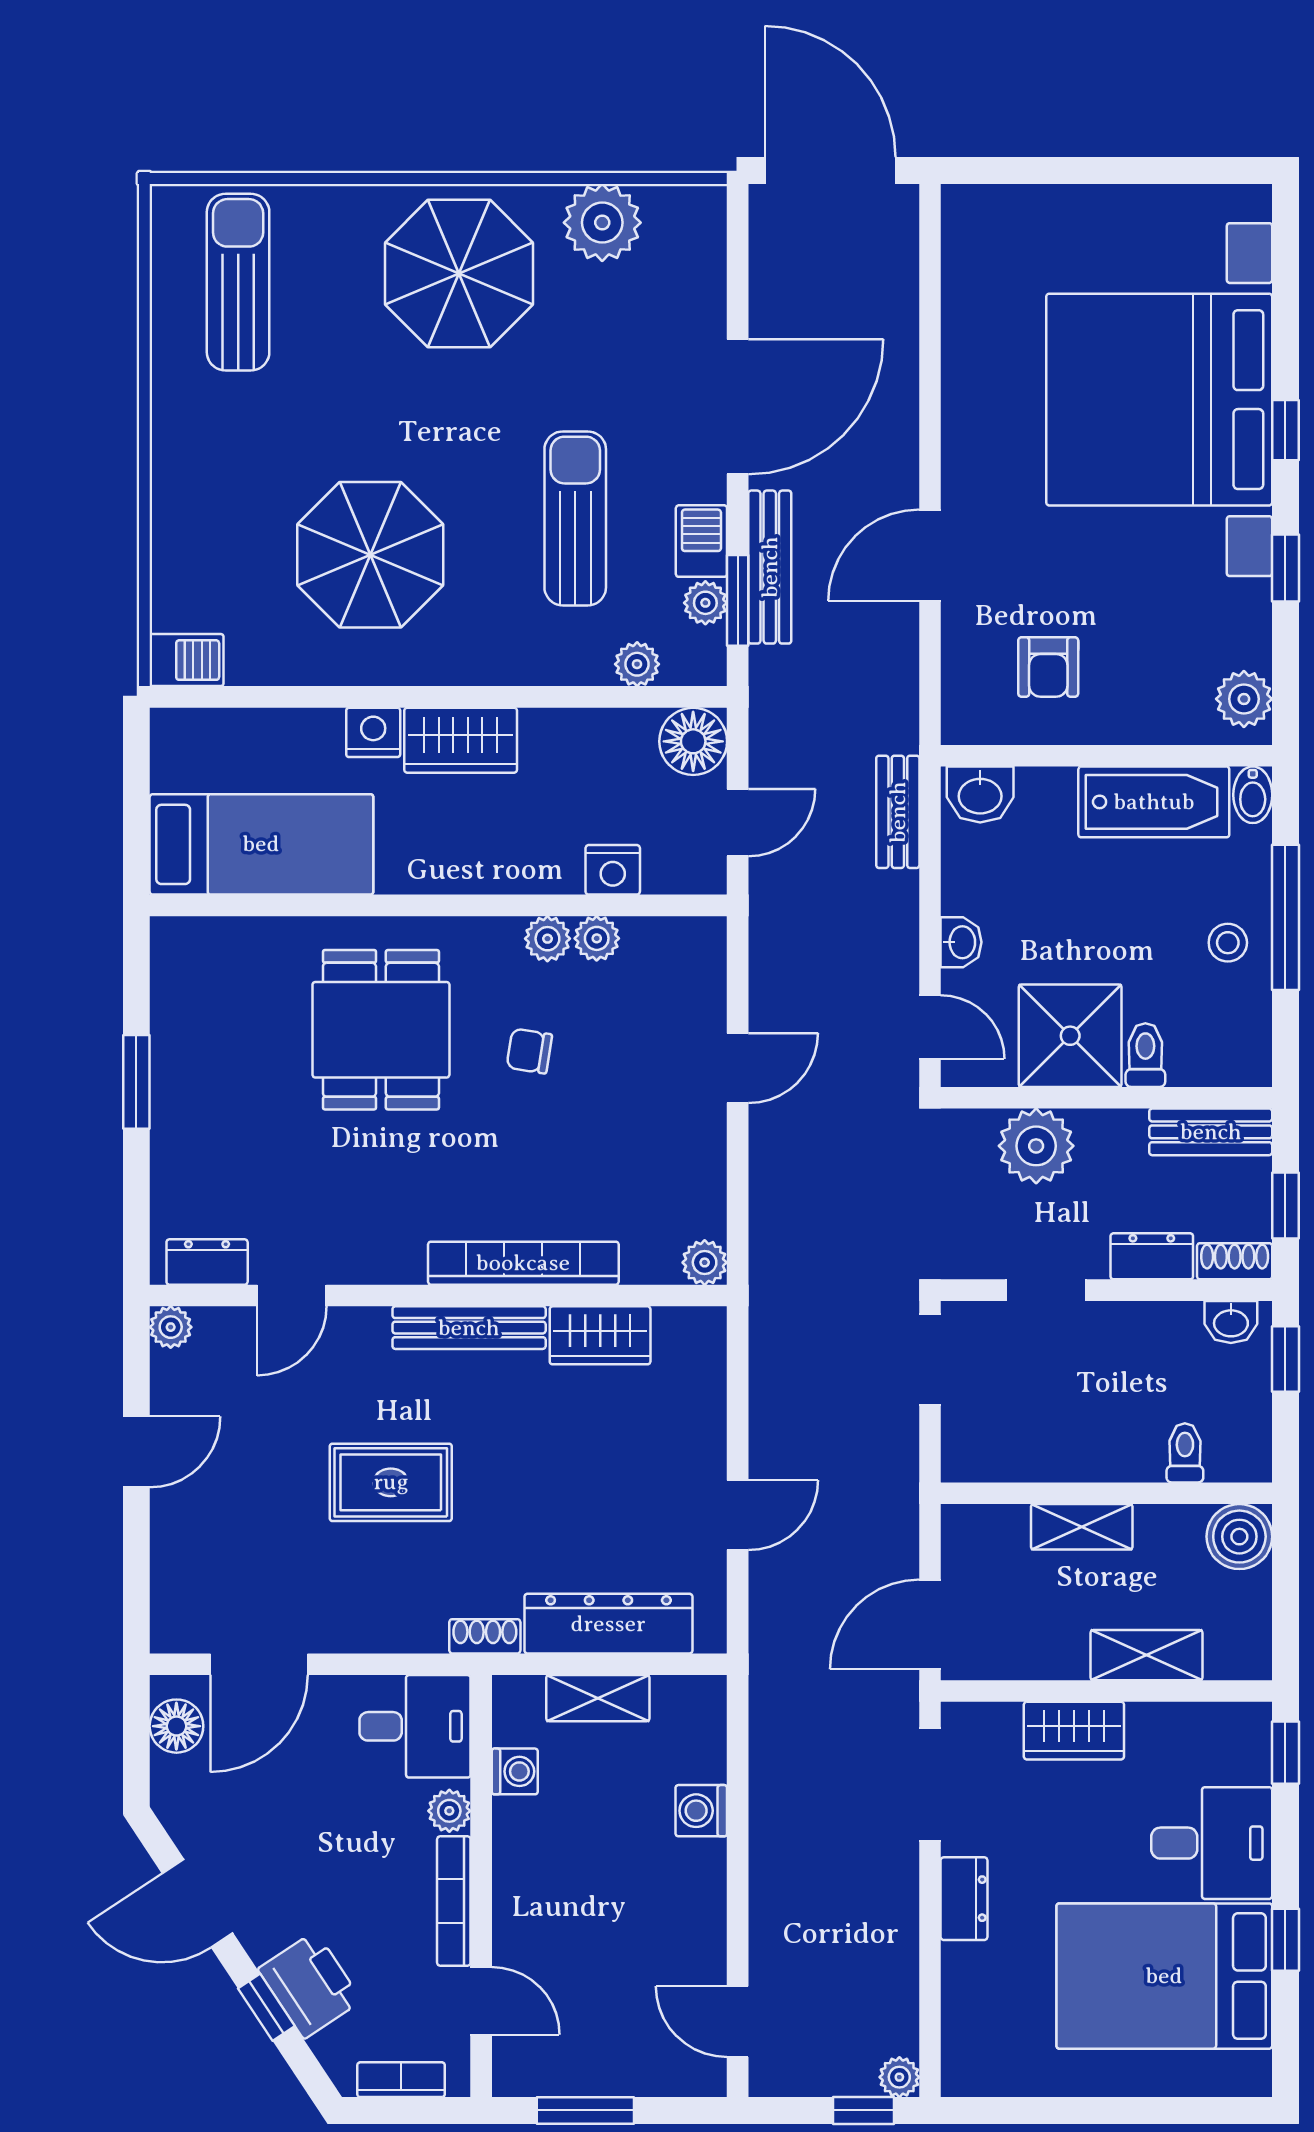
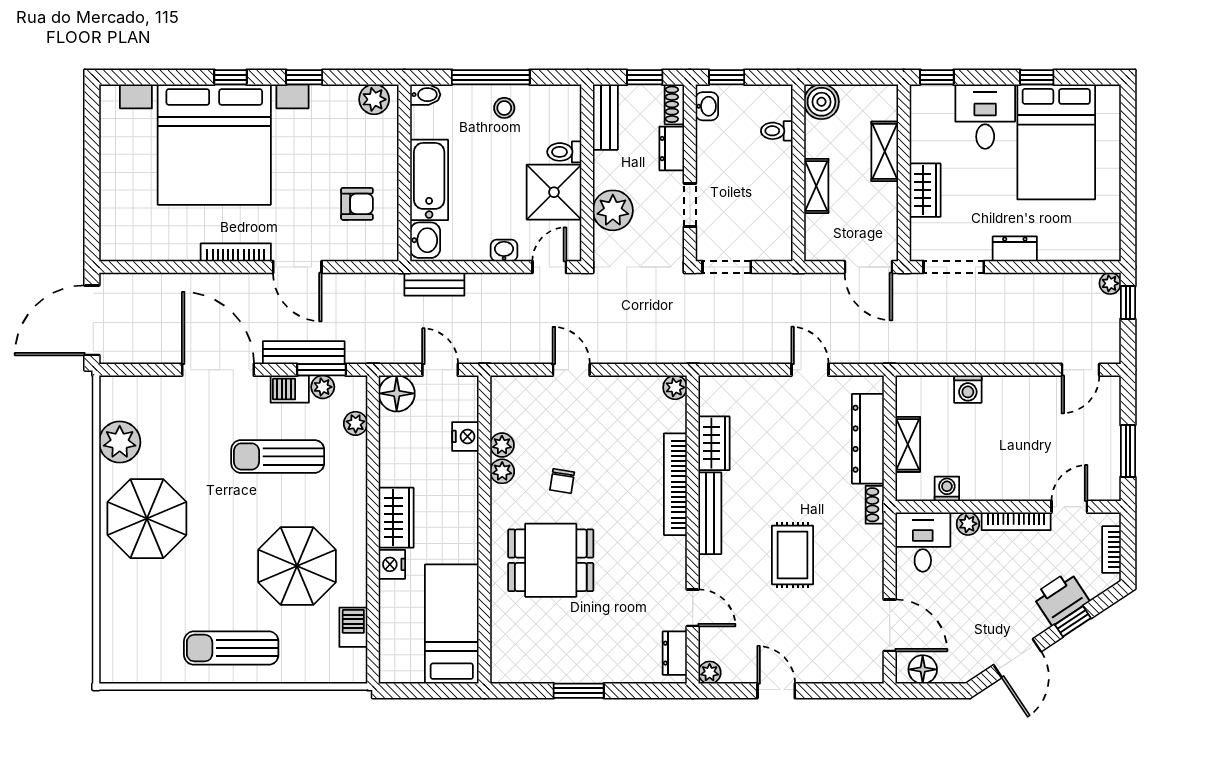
sun lounger: (238, 282) -> (231, 648), moved
bookcase: (958, 440) -> (236, 252), added
barbecue: (187, 660) -> (353, 627), moved
bathtub: (1154, 802) -> (429, 180), moved

